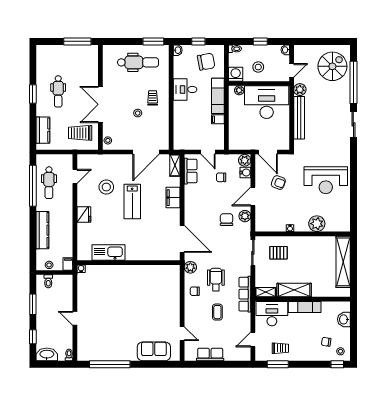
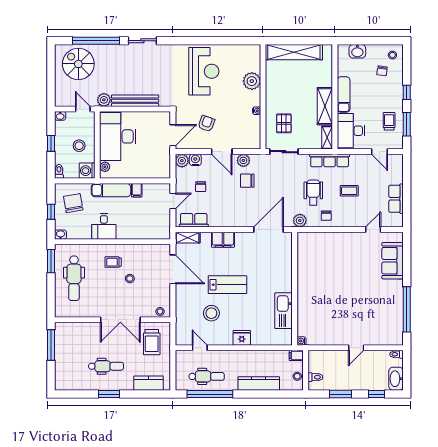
dental chair: (138, 62) -> (74, 278), turned 180
wheelchair: (216, 280) -> (313, 192), turned 90
window: (337, 364) -> (407, 92), moved

